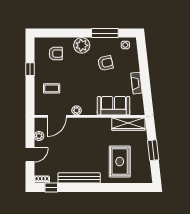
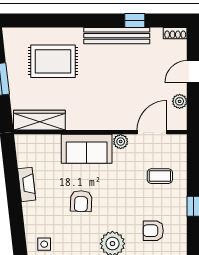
armchair: (105, 63) -> (81, 201), moved, turned -75
sofa: (114, 106) -> (87, 149), moved
rug: (120, 162) -> (53, 61), turned 90
window: (51, 188) -> (135, 21), moved

